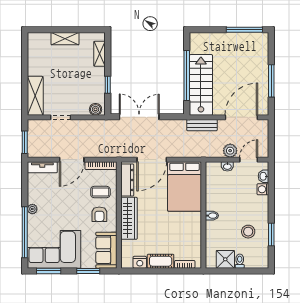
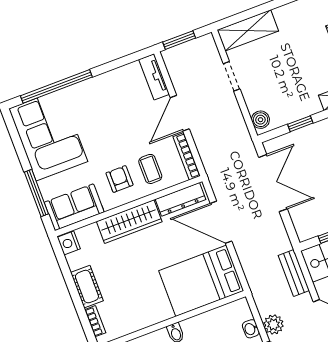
door: (72, 160) -> (180, 113), hinge flipped
plant: (32, 209) -> (92, 85), removed
armchair: (99, 214) -> (119, 179), turned 90
nightstand: (140, 262) -> (69, 243), moved
window: (49, 271) -> (16, 139), removed
window: (88, 271) -> (36, 193), width x1.44

